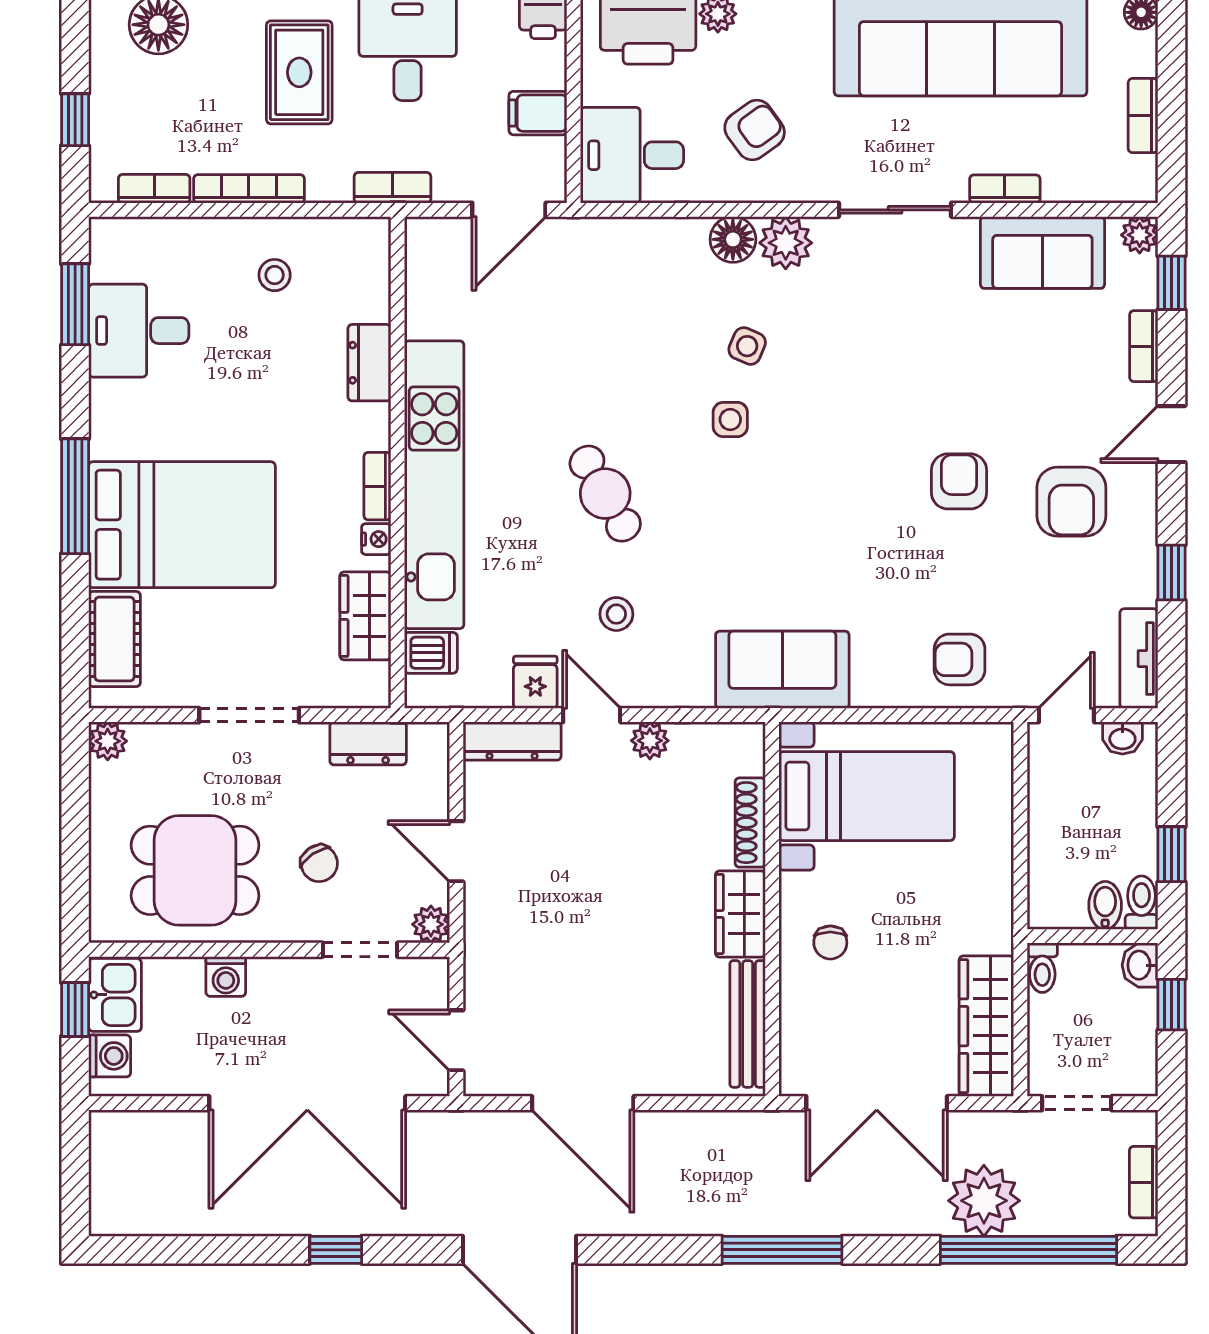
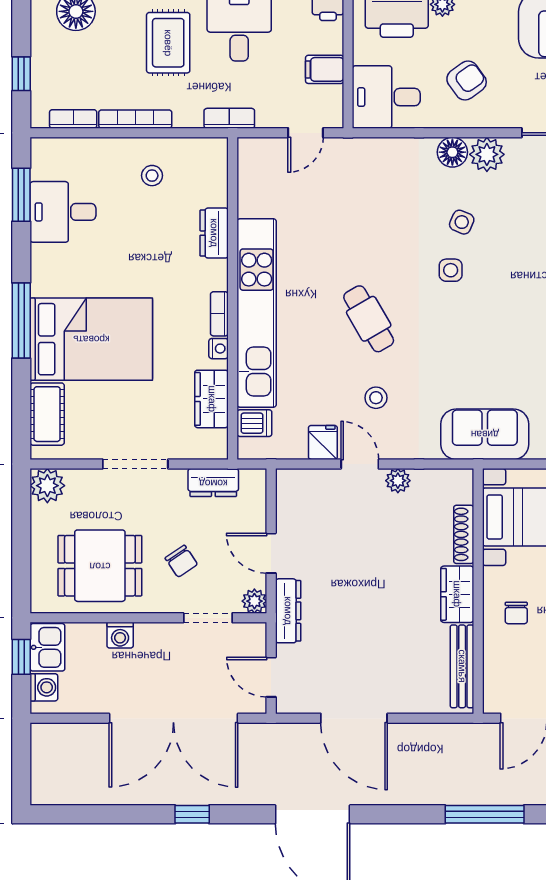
door: (509, 210) -> (306, 133), width x0.73
plant: (108, 741) -> (47, 486), width x1.38, depth x1.38
dresser: (512, 741) -> (288, 611), moved, turned -90

